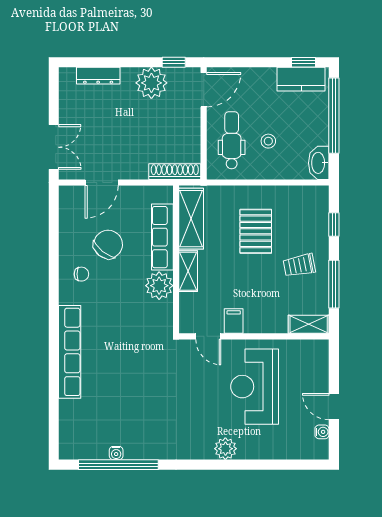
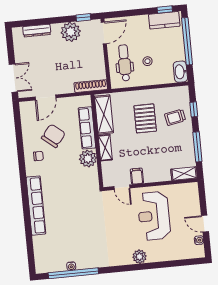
trolley: (299, 265) -> (175, 117), moved

